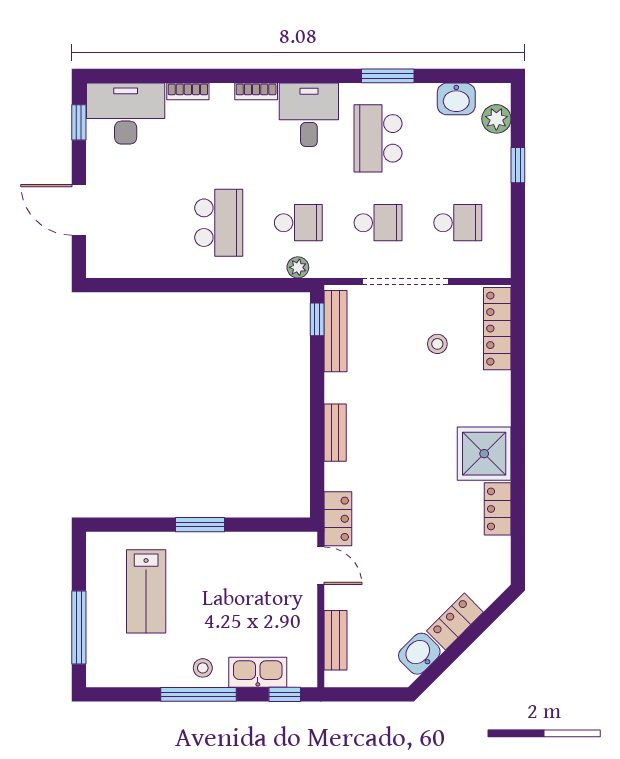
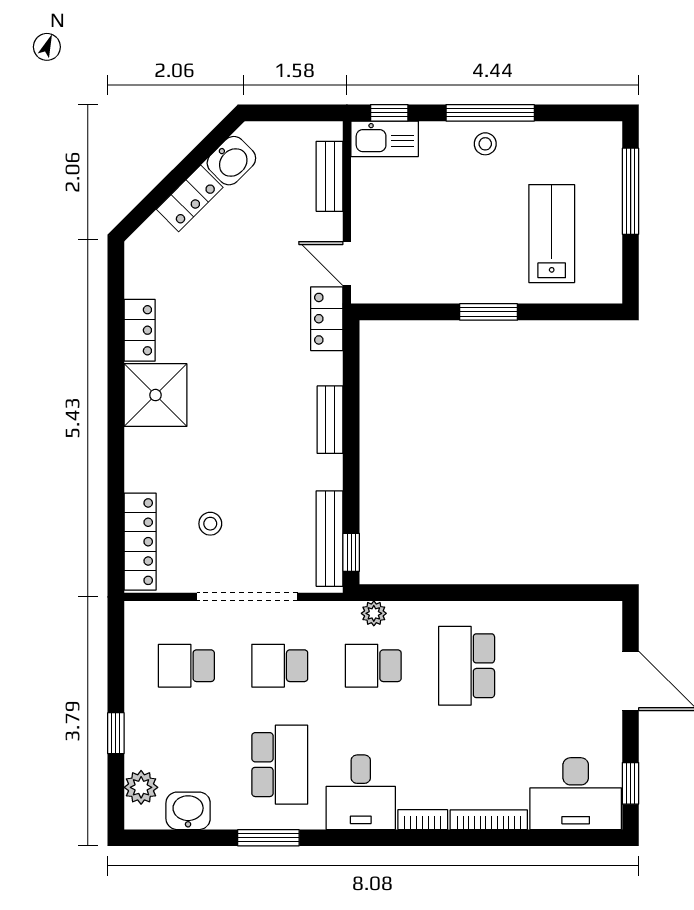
bookcase: (188, 91) -> (489, 820), width x1.56
kitchen sink: (258, 672) -> (385, 139), moved

